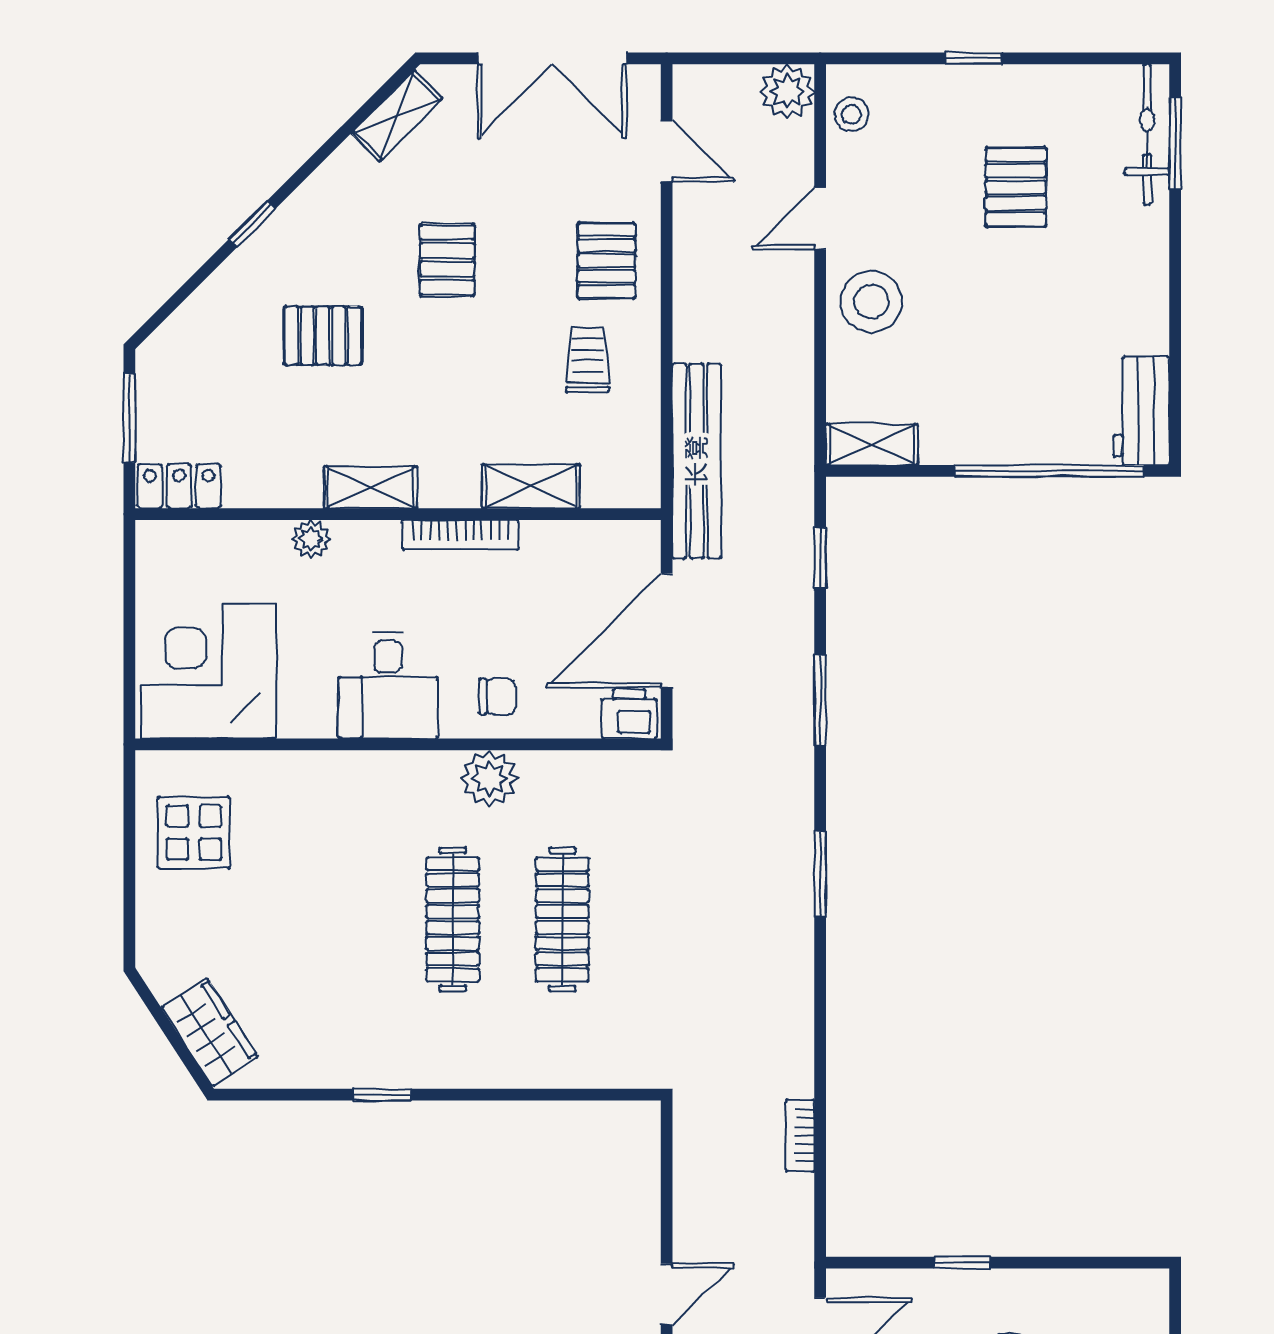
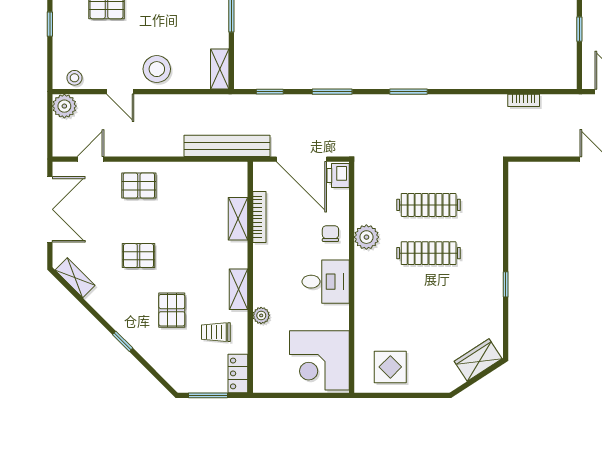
trolley: (588, 360) -> (216, 332), moved
bookcase: (460, 535) -> (259, 217), moved

